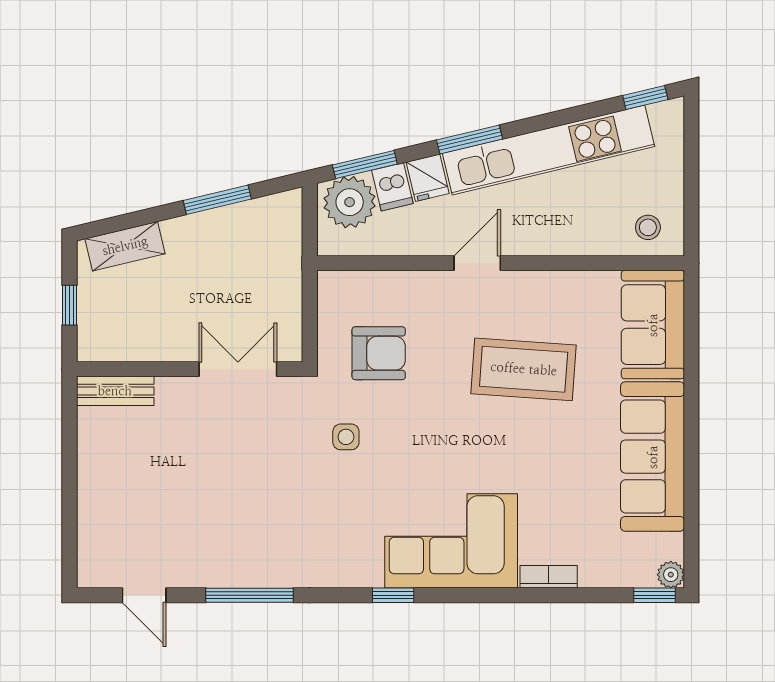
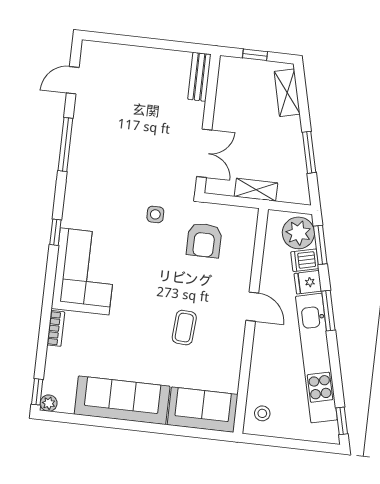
shelving: (287, 279) -> (256, 190), added
coffee table: (524, 369) -> (184, 328), width x0.54, depth x0.58

